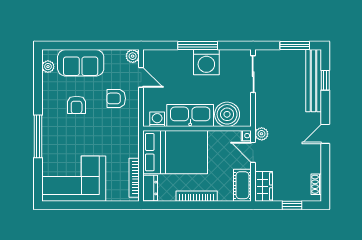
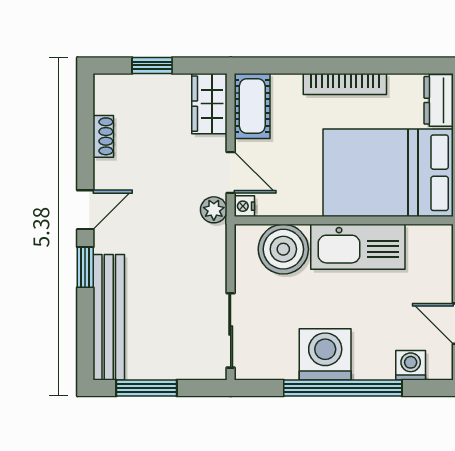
window: (198, 46) -> (343, 388), width x1.46
window: (325, 80) -> (85, 267), moved
washing machine: (157, 119) -> (411, 365), moved, turned 180
shoe rack: (316, 184) -> (103, 136), moved

